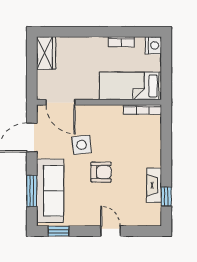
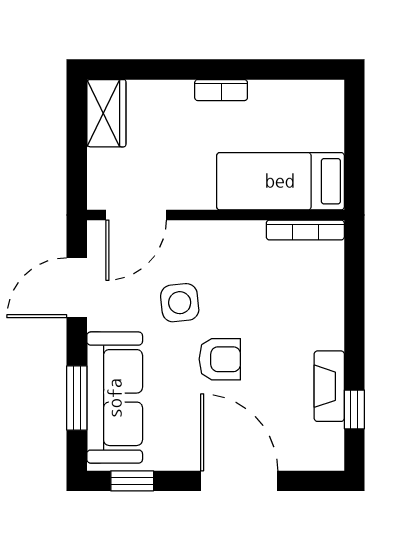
bookcase: (121, 42) -> (221, 90), moved
nightstand: (153, 45) -> (328, 97), removed
door: (61, 102) -> (136, 215), hinge flipped
door: (110, 231) -> (239, 481), width x1.88

